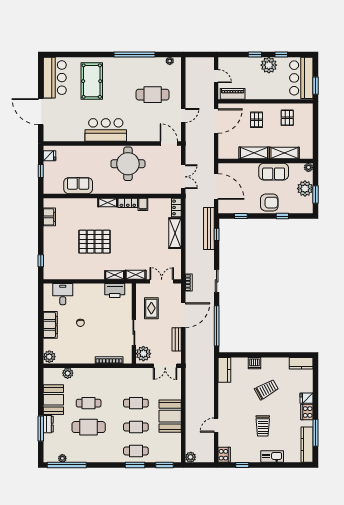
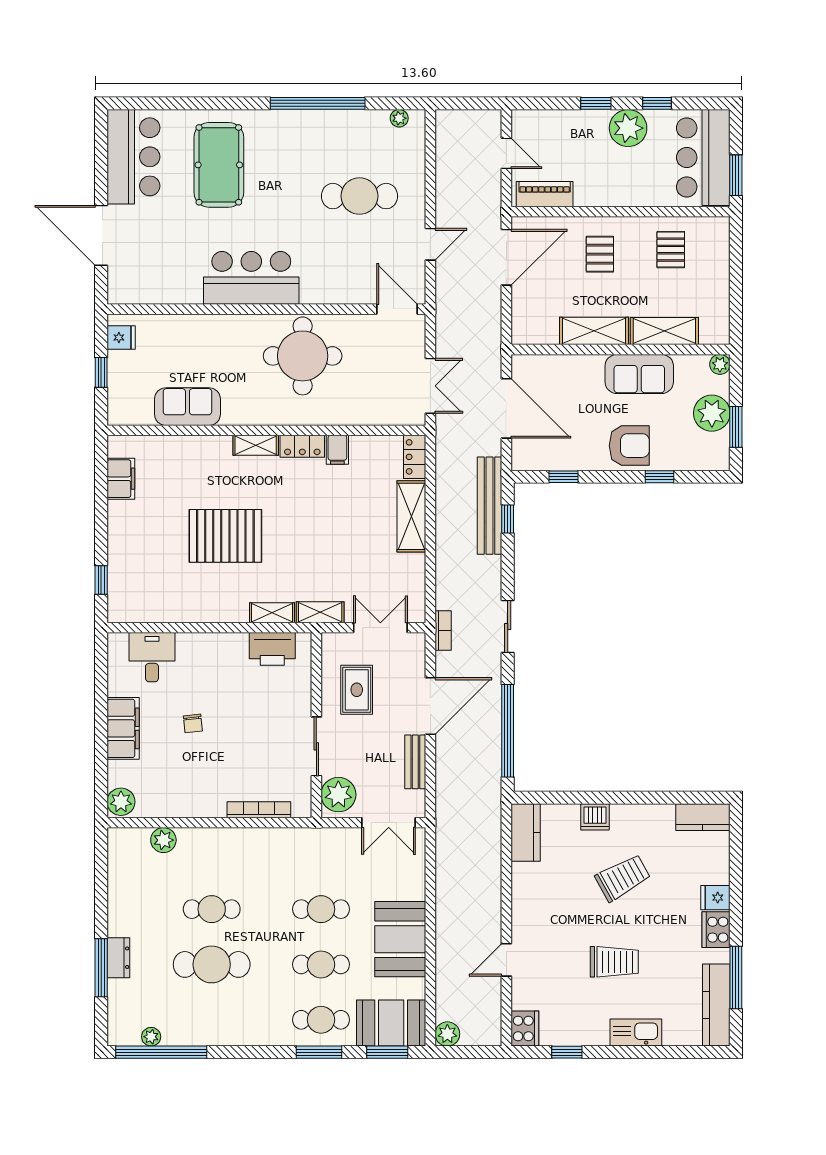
booth: (53, 400) -> (391, 1023), moved, turned 90
trolley: (263, 426) -> (614, 962), turned -90

